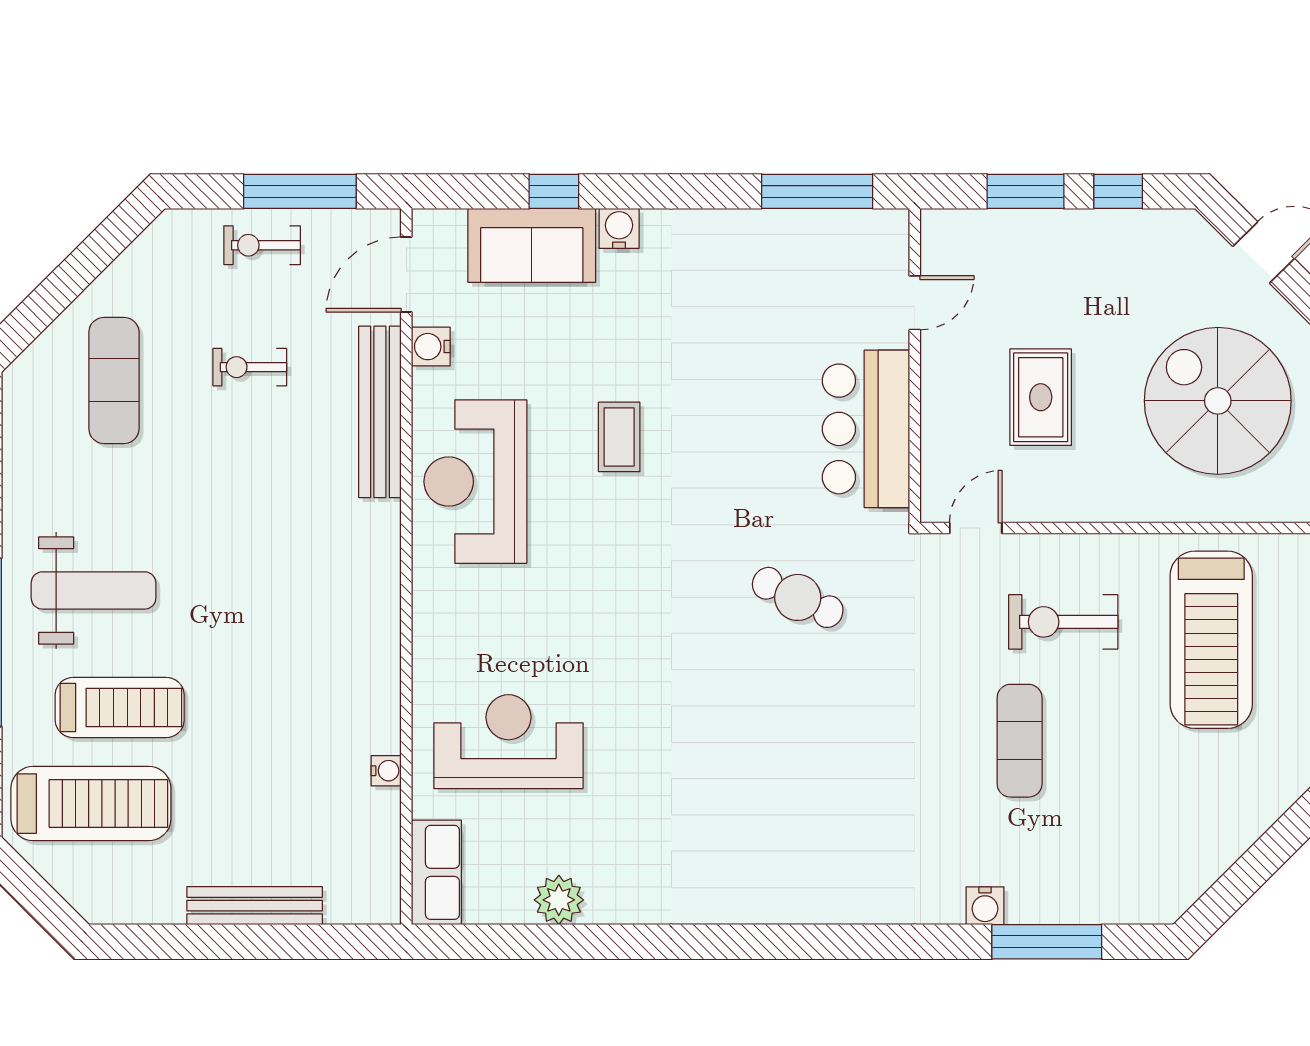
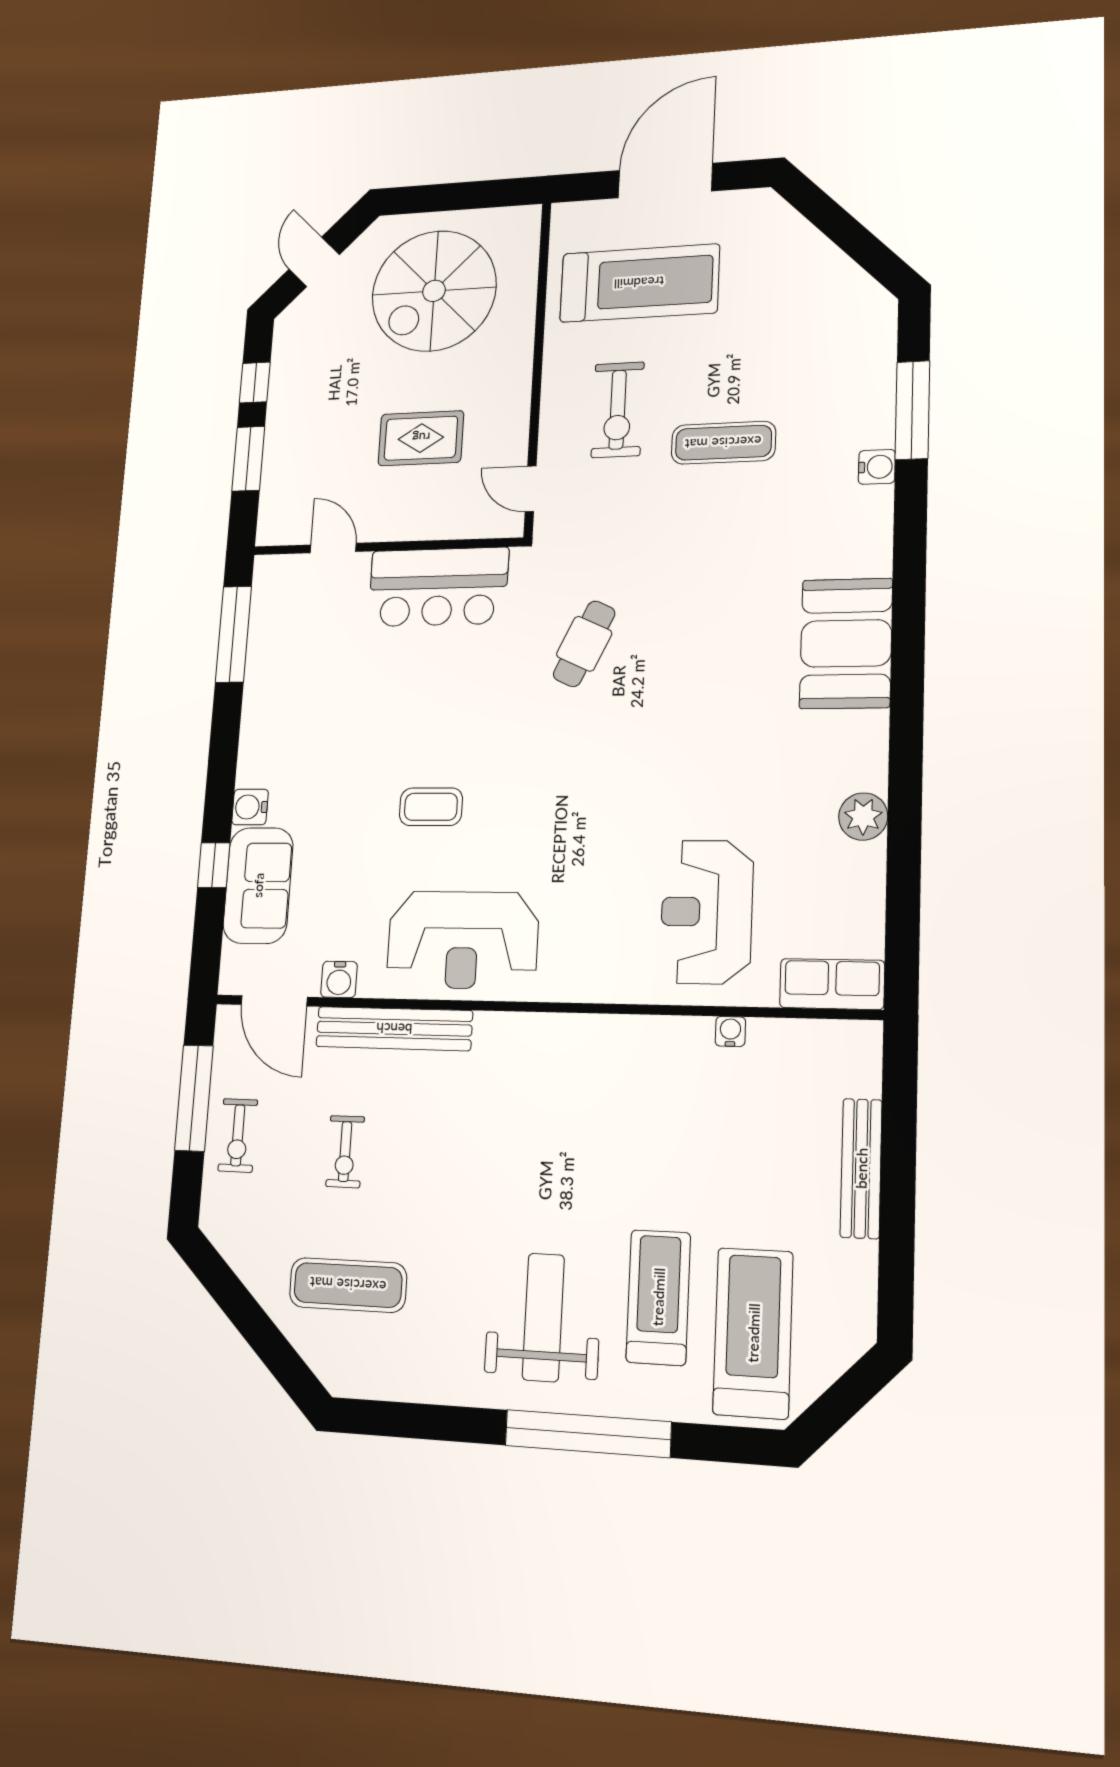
booth: (792, 878) -> (846, 643), added
plant: (559, 900) -> (863, 817), moved

